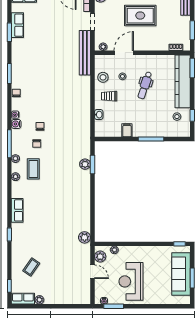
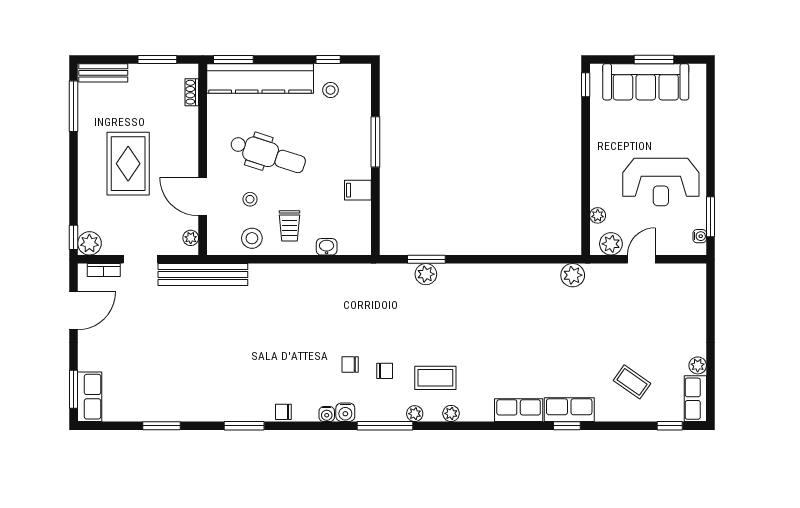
row of seats: (17, 25) -> (569, 410), moved
dental chair: (145, 85) -> (268, 154), width x1.36, depth x1.38

